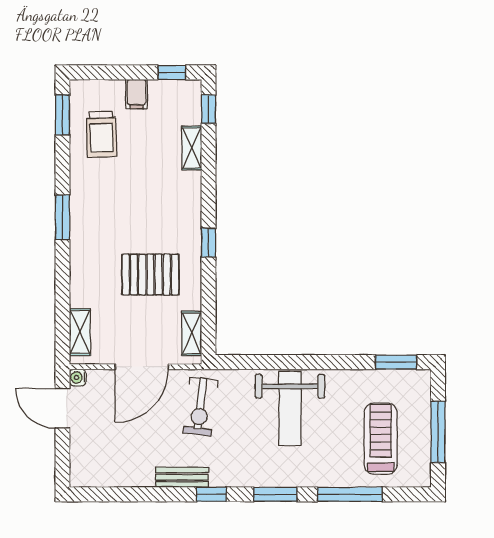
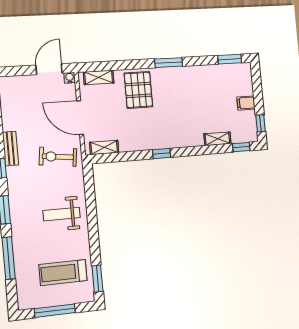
trolley: (101, 134) -> (220, 83), removed
pallet: (150, 275) -> (138, 90), moved
weight bench: (290, 409) -> (62, 214), width x0.73, depth x0.75
treadmill: (381, 439) -> (63, 273), moved, turned 180

